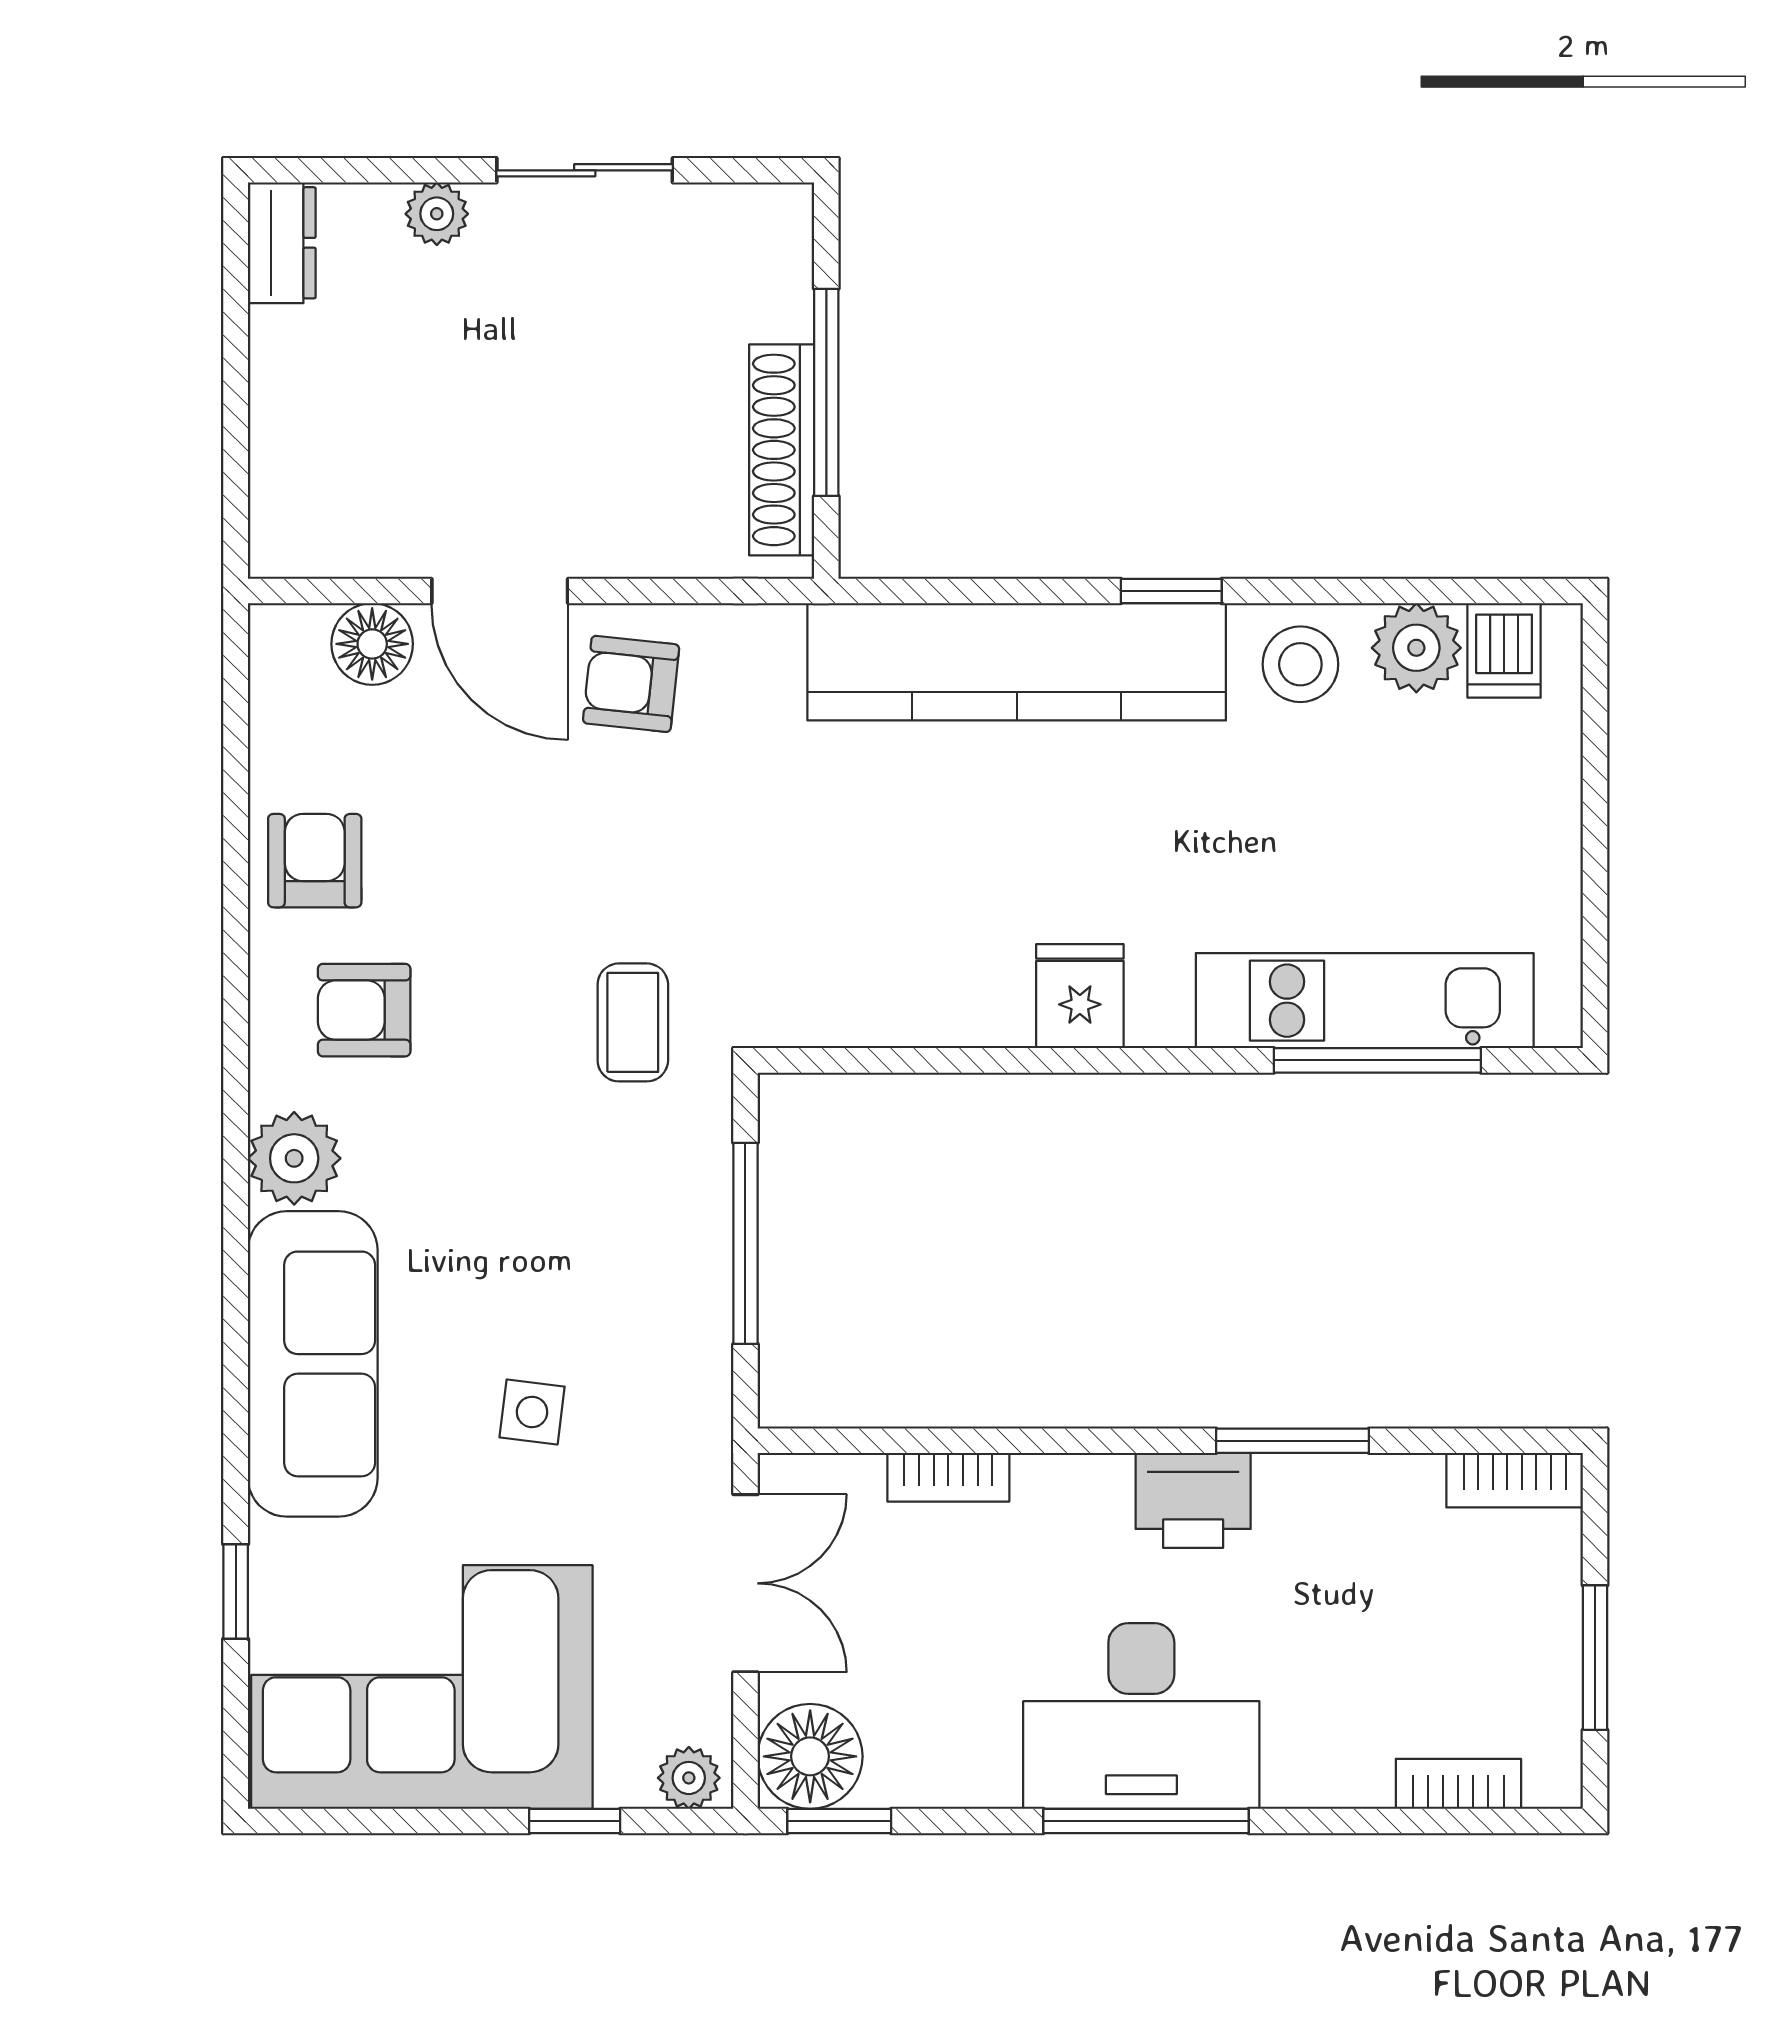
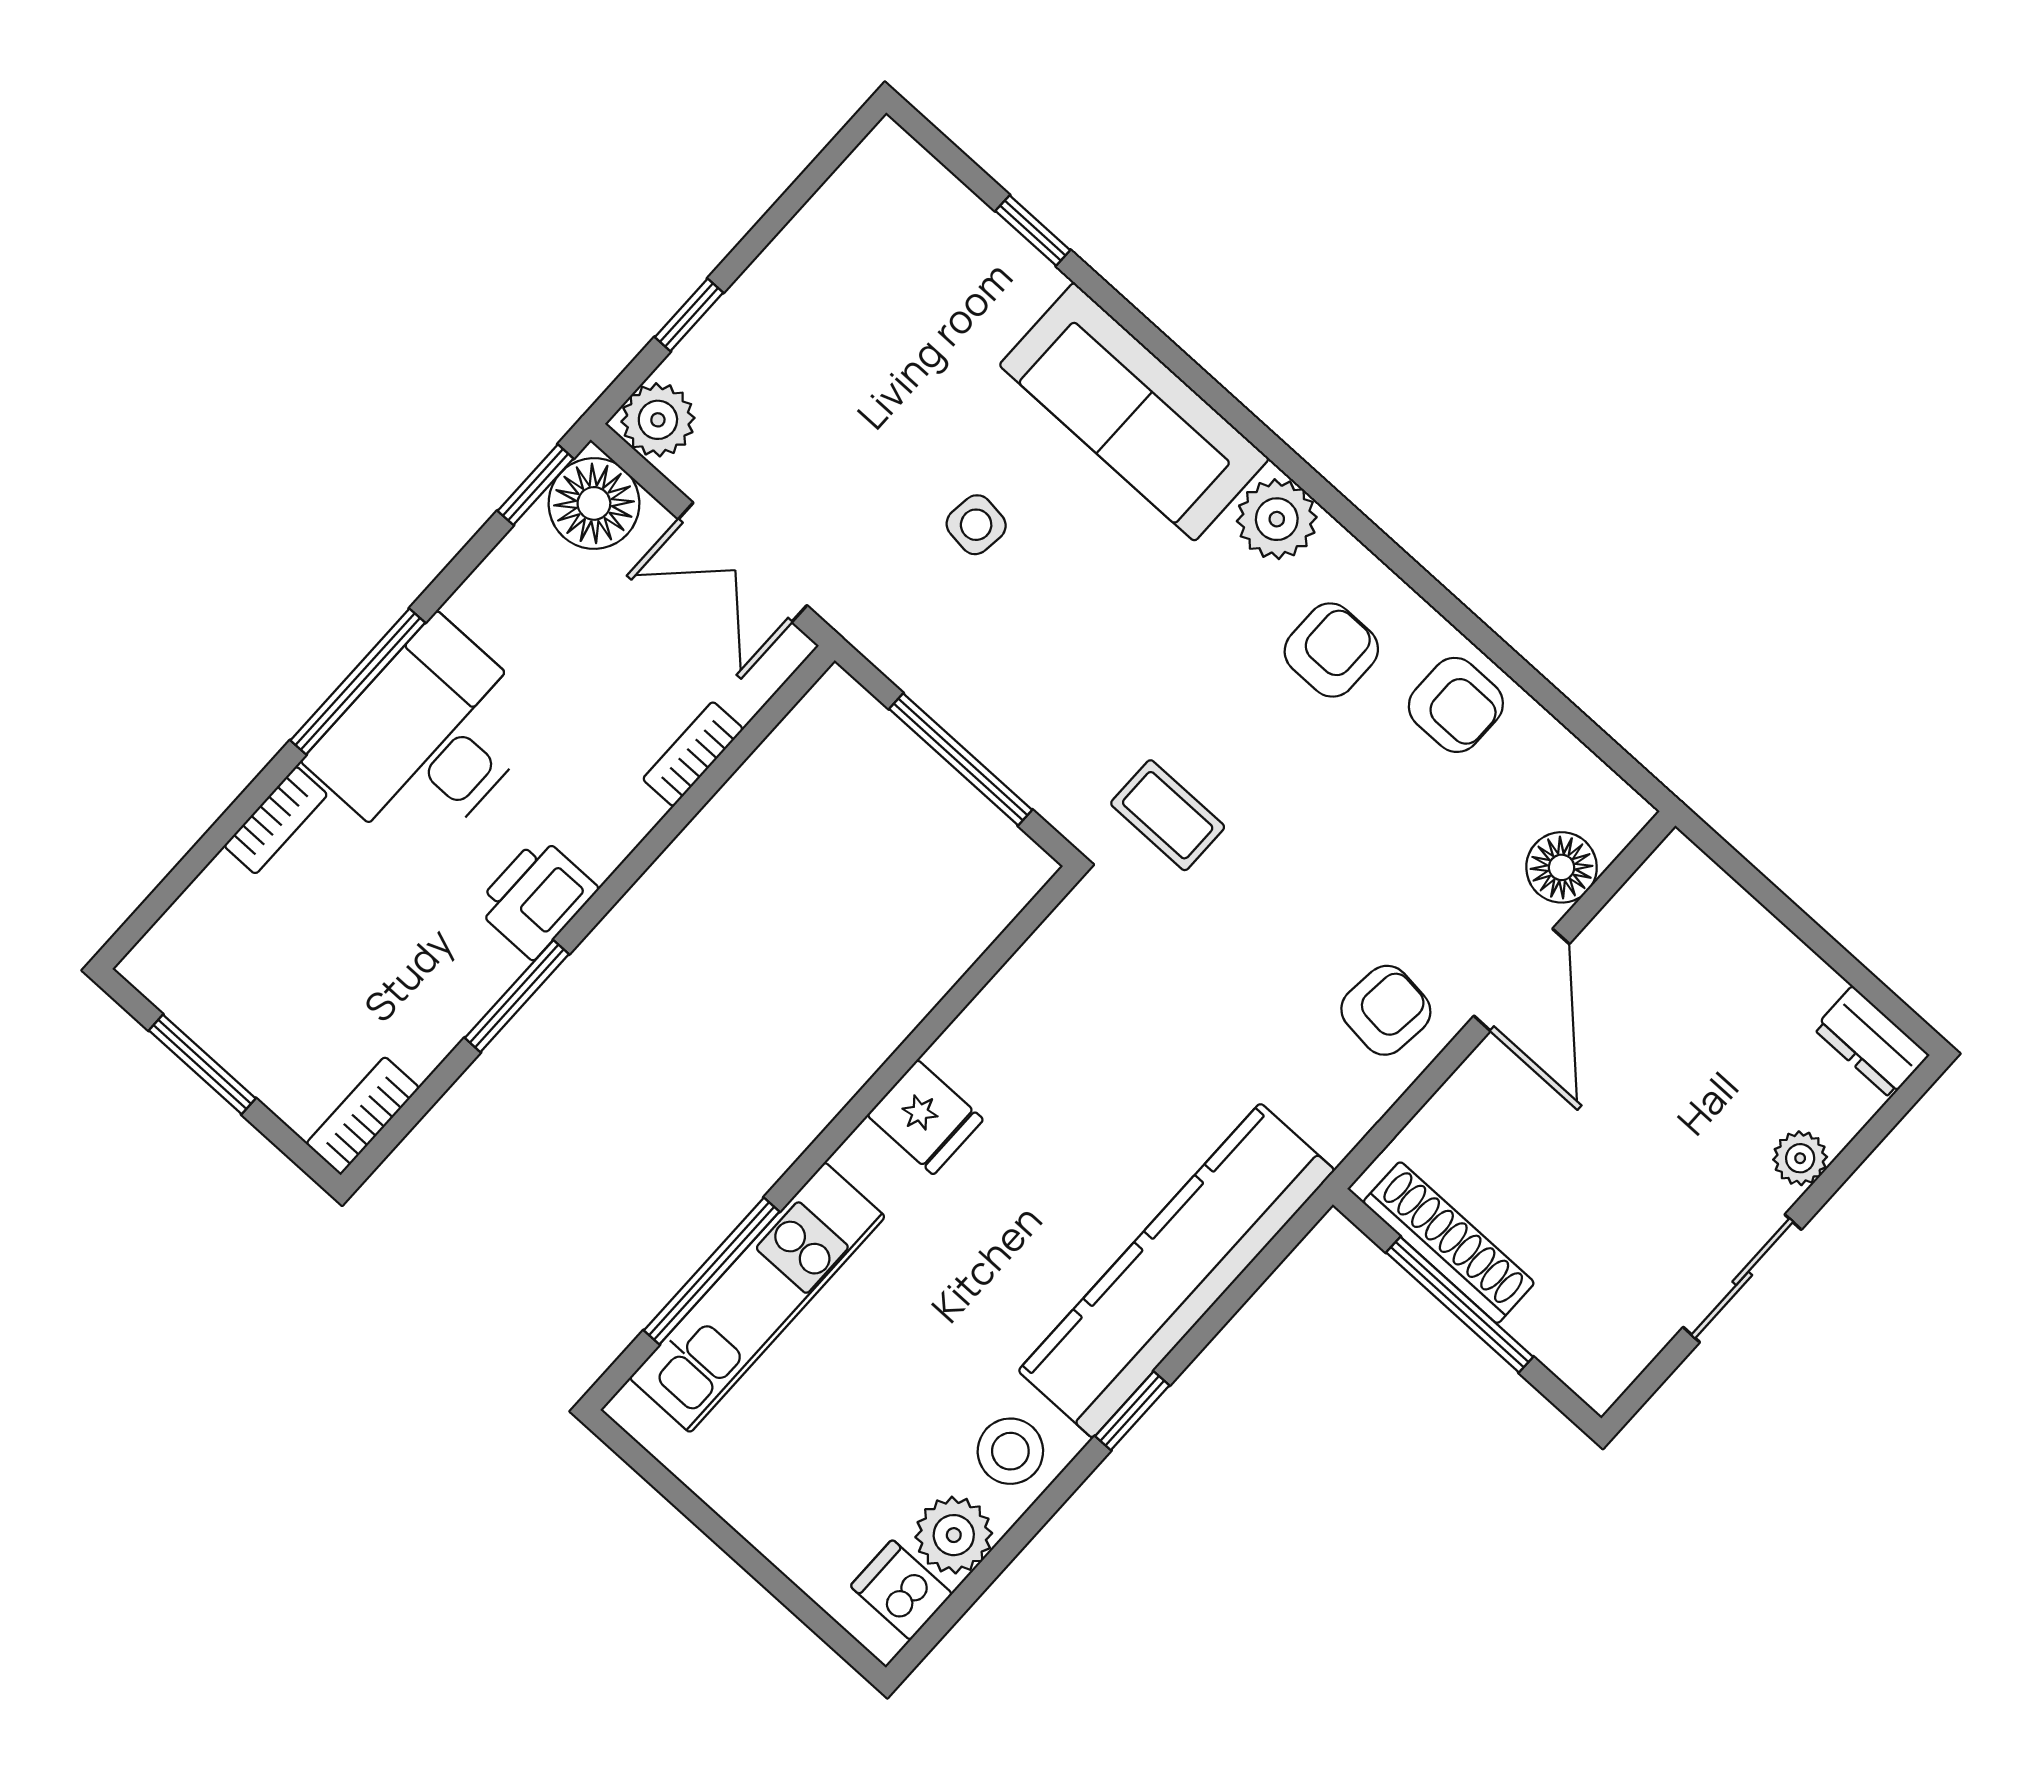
door: (500, 591) -> (1522, 980), swing flipped
corner sofa: (422, 1687) -> (864, 295), removed
plant: (689, 1778) -> (658, 420), width x1.38, depth x1.38
bookcase: (1458, 1784) -> (276, 820), moved

